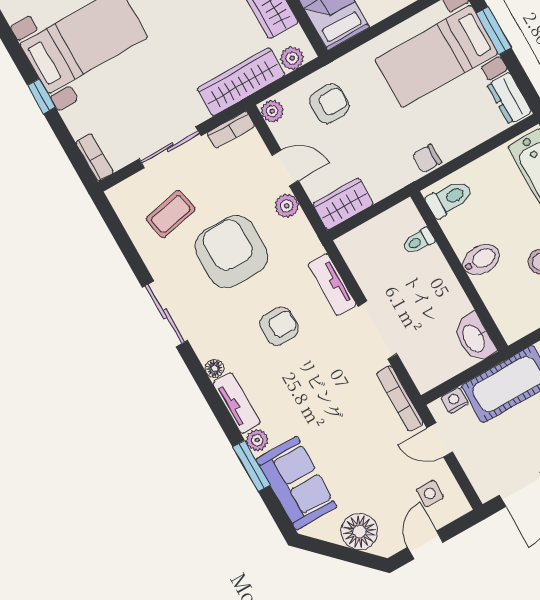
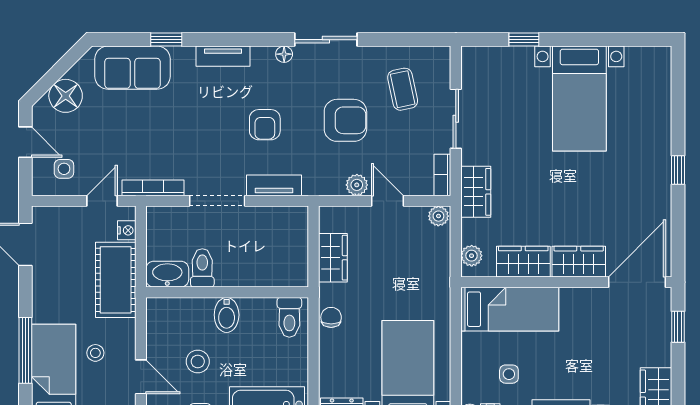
wardrobe: (241, 82) -> (476, 192), width x0.67
window: (41, 96) -> (524, 40), moved
armchair: (329, 104) -> (419, 265), removed
bookcase: (95, 157) -> (482, 54), removed
door: (285, 168) -> (387, 201), swing flipped
wardrobe: (343, 204) -> (333, 258), moved
toilet: (418, 241) -> (202, 268), moved, width x1.37, depth x1.39
armchair: (231, 252) -> (345, 120), width x0.73, depth x0.73
floor lamp: (214, 369) -> (284, 54), moved
plant: (257, 440) -> (184, 56), removed
window: (251, 466) -> (166, 40), width x0.67

